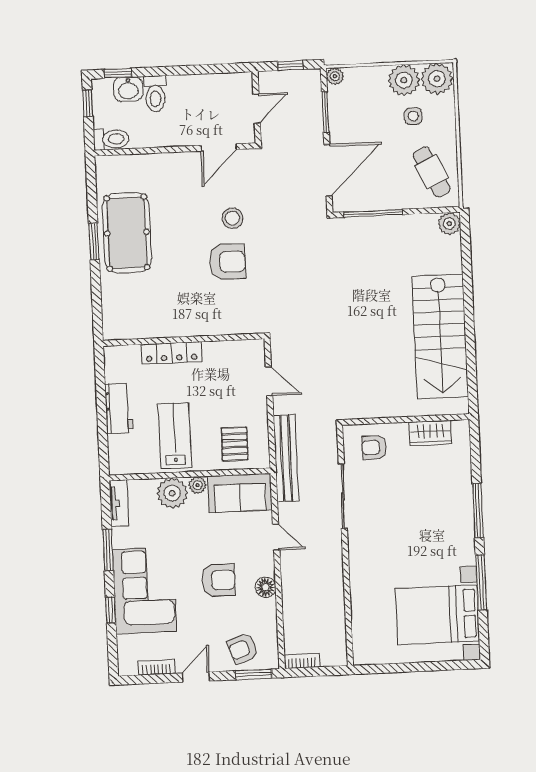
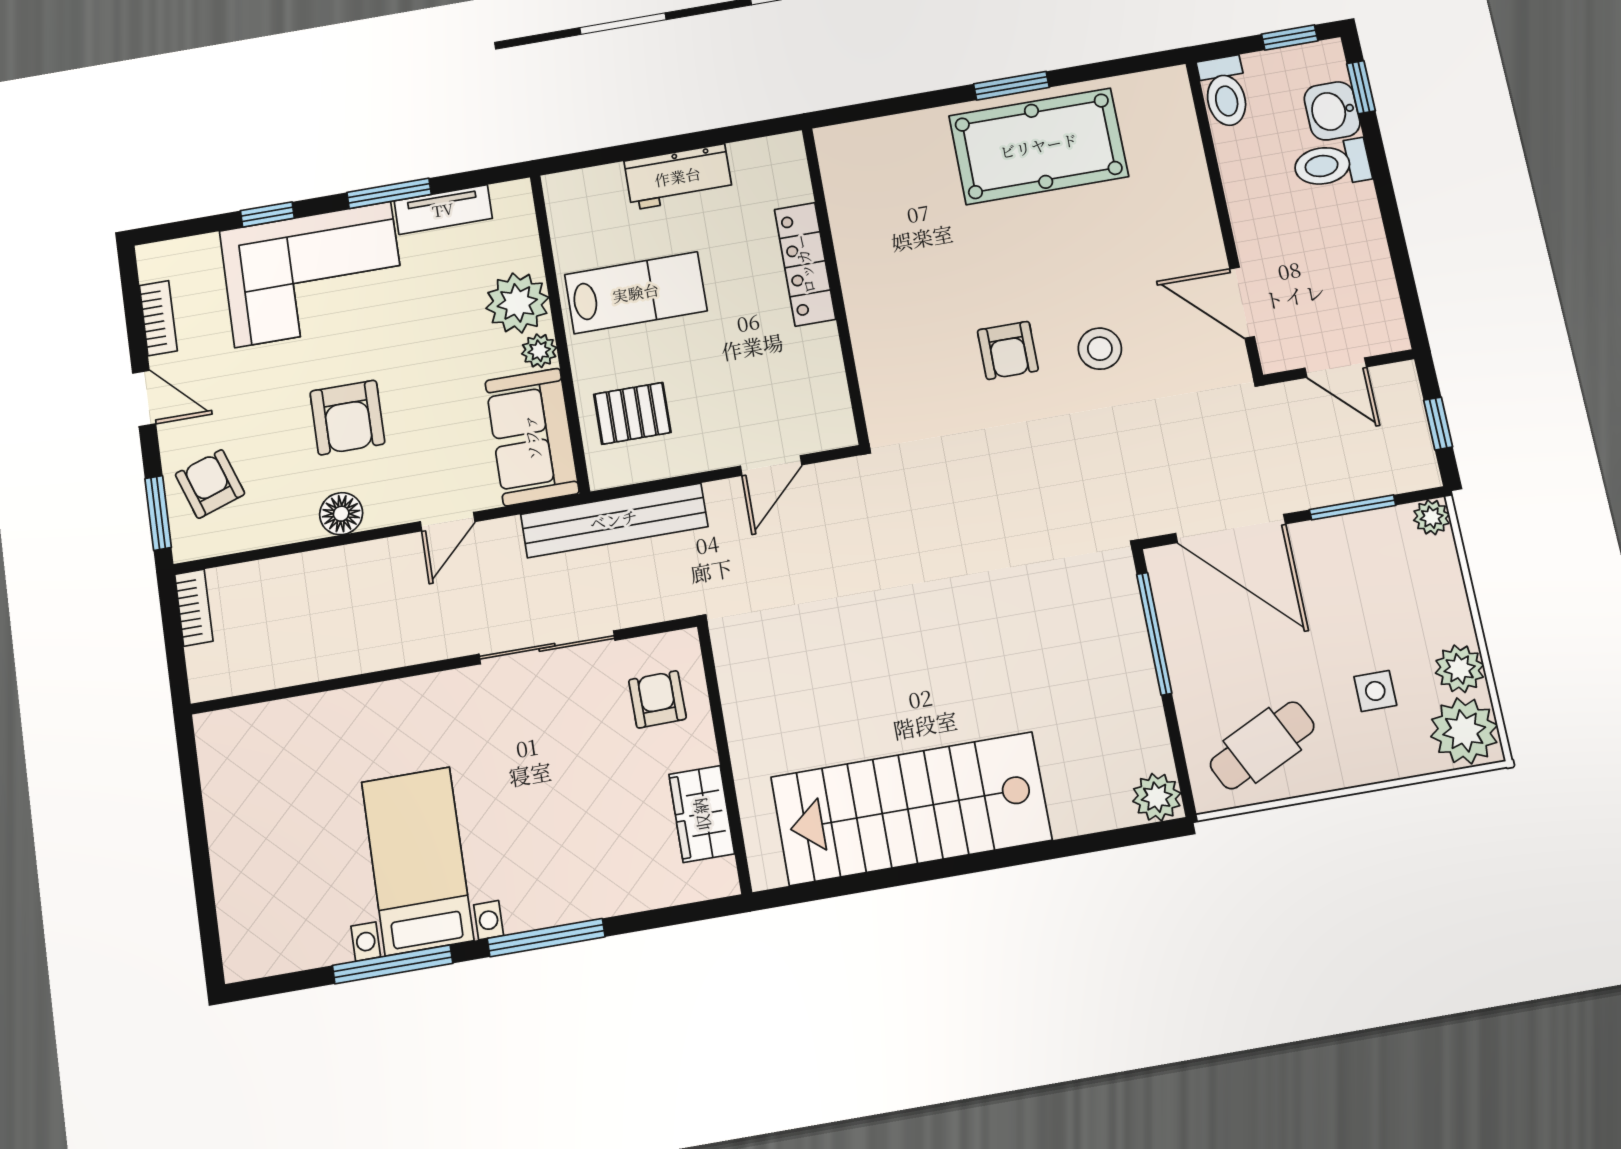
plant: (404, 80) -> (1460, 669), width x0.73, depth x0.73
armchair: (227, 262) -> (1008, 350), width x0.72, depth x0.72
tv unit: (119, 503) -> (443, 210), moved
bed with nightstands: (437, 615) -> (417, 861), moved, width x0.73

